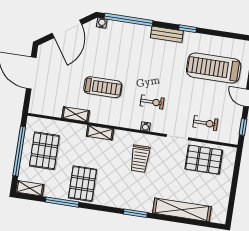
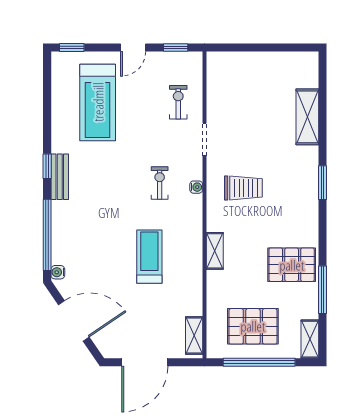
window: (188, 29) -> (47, 166), moved
shelving: (76, 114) -> (194, 335), moved
pallet: (204, 160) -> (231, 97), removed
shelving: (182, 210) -> (307, 117), width x0.68

